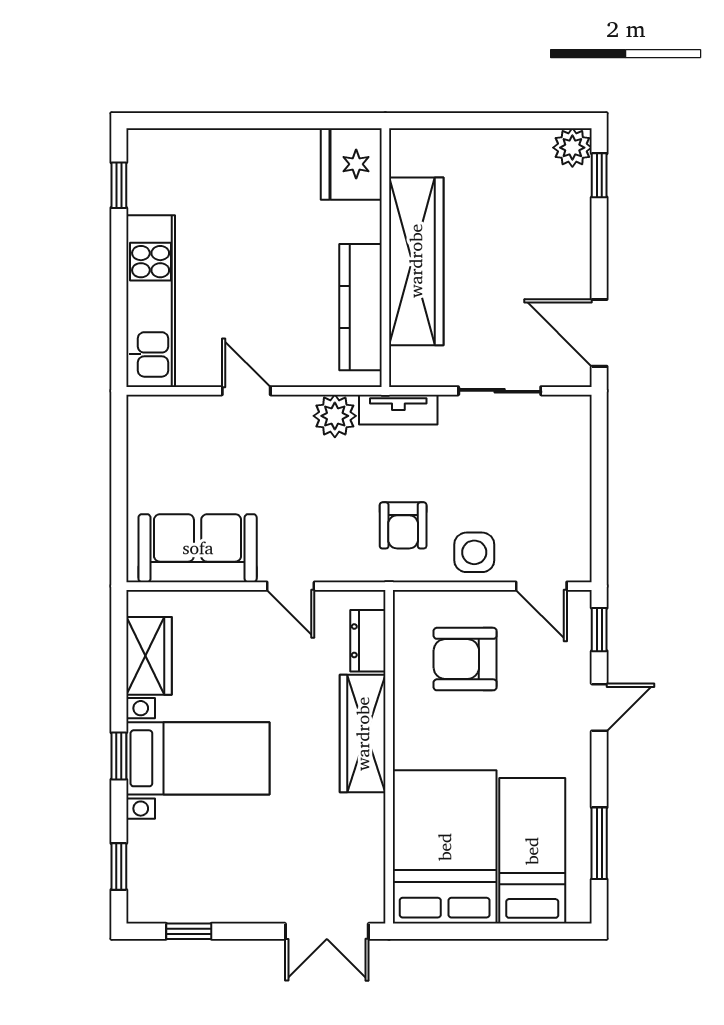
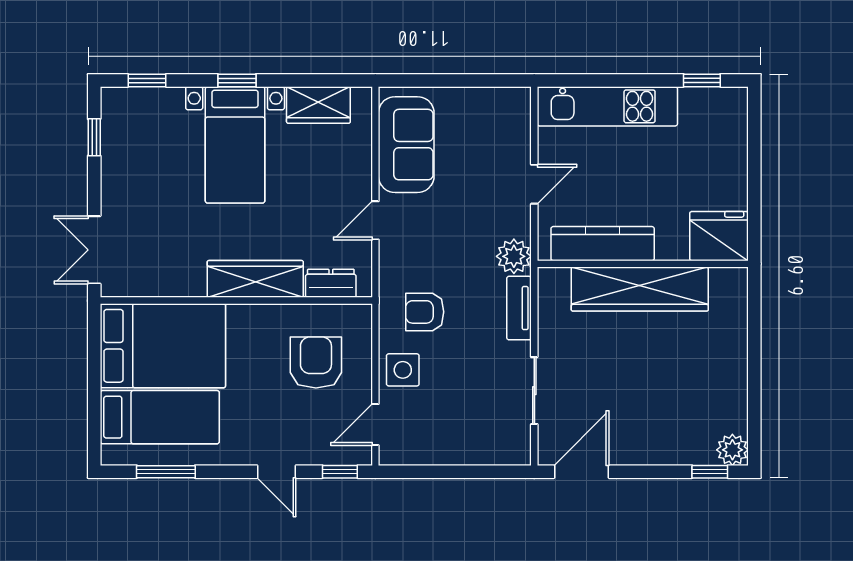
fridge: (351, 164) -> (719, 236), moved
wall: (385, 258) -> (643, 264), moved
wardrobe: (416, 261) -> (640, 289), moved
kitchen counter: (360, 307) -> (603, 244), moved

